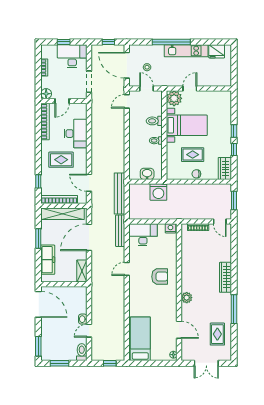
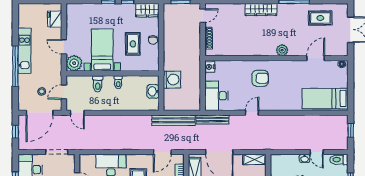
fridge: (217, 51) -> (55, 19), moved, turned 180
door: (127, 269) -> (252, 113), swing flipped
armchair: (160, 277) -> (260, 78), turned 90

